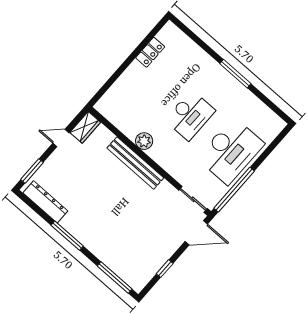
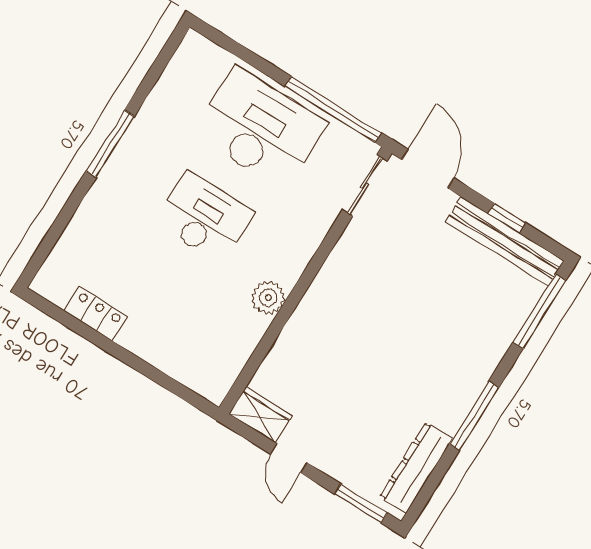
bench: (135, 163) -> (505, 241), moved, turned 90

